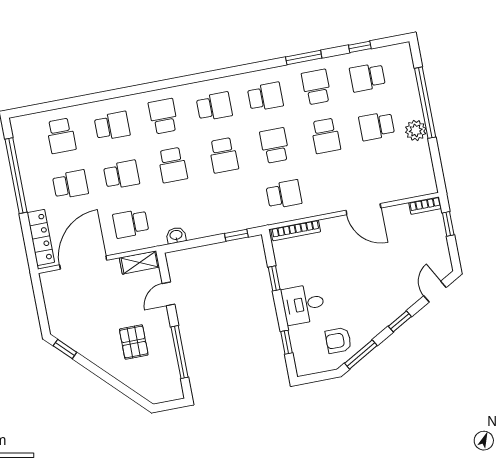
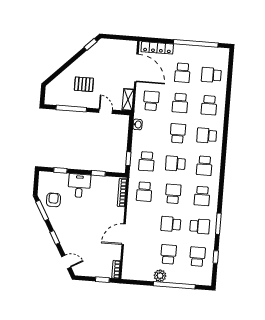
school desk: (163, 116) -> (207, 135), turned 180
school desk: (275, 146) -> (173, 194), turned -90
school desk: (173, 165) -> (178, 133), turned 90
school desk: (233, 204) -> (147, 161), added

